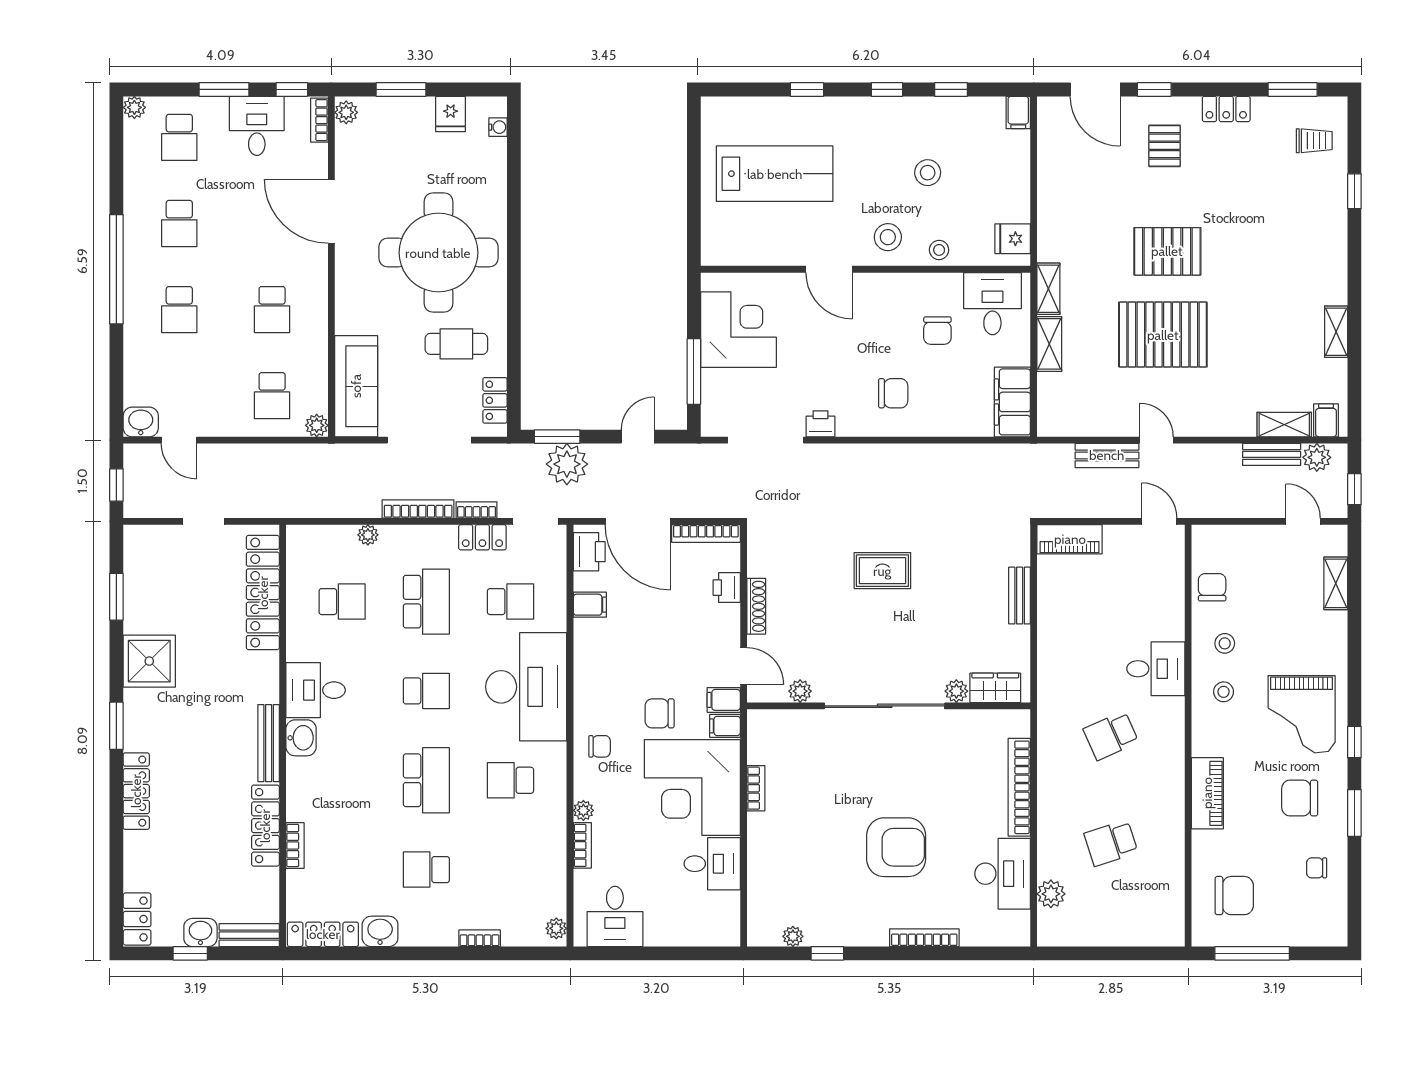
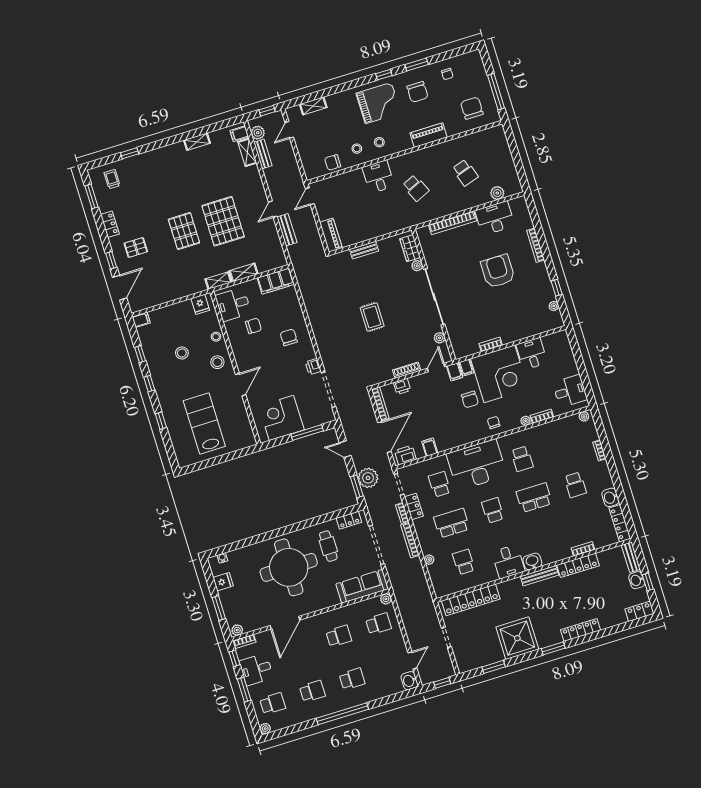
shower: (149, 661) -> (517, 638), width x1.37, depth x1.37

